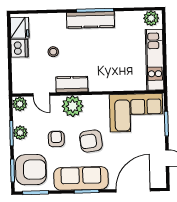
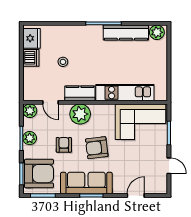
kitchen counter: (91, 20) -> (126, 32), moved
kitchen unit: (155, 60) -> (125, 93), moved, turned 90
door: (133, 190) -> (136, 195), width x0.53

